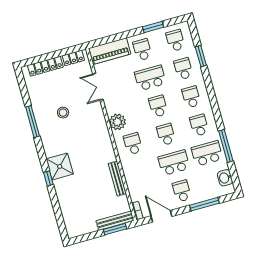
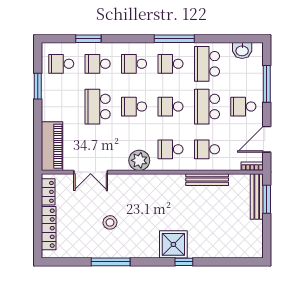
school desk: (142, 50) -> (207, 149), moved
window: (226, 146) -> (174, 39), moved

